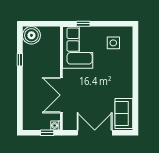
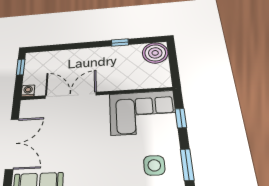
window: (114, 24) -> (187, 165), added
window: (47, 133) -> (21, 67), moved

